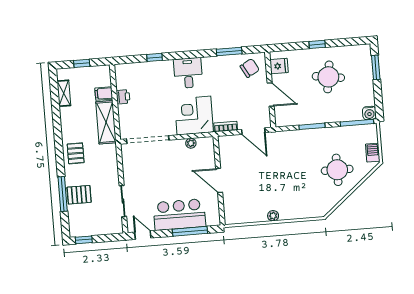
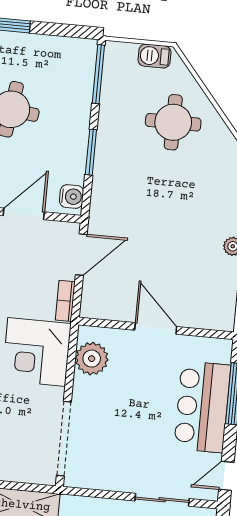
water cooler: (369, 113) -> (72, 196), moved
plant: (191, 143) -> (92, 359), width x1.88, depth x1.88
door: (219, 180) -> (156, 328), swing flipped

